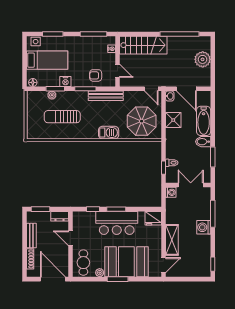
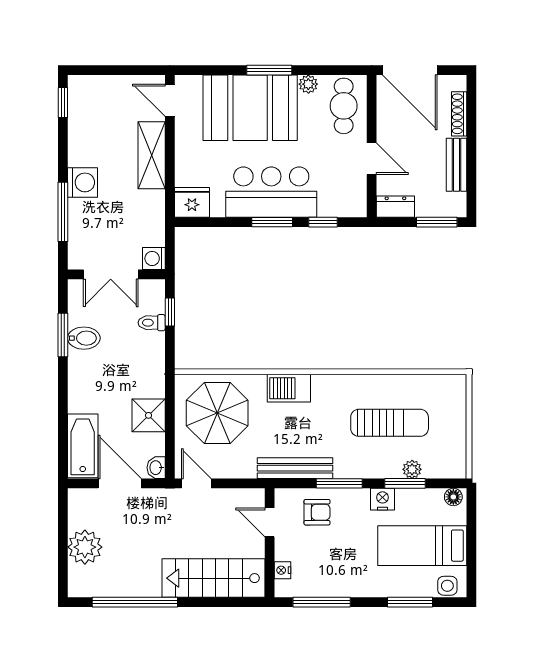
bathtub: (204, 121) -> (83, 446), moved
bidet: (203, 142) -> (84, 338), moved
door: (163, 265) -> (170, 100), hinge flipped

